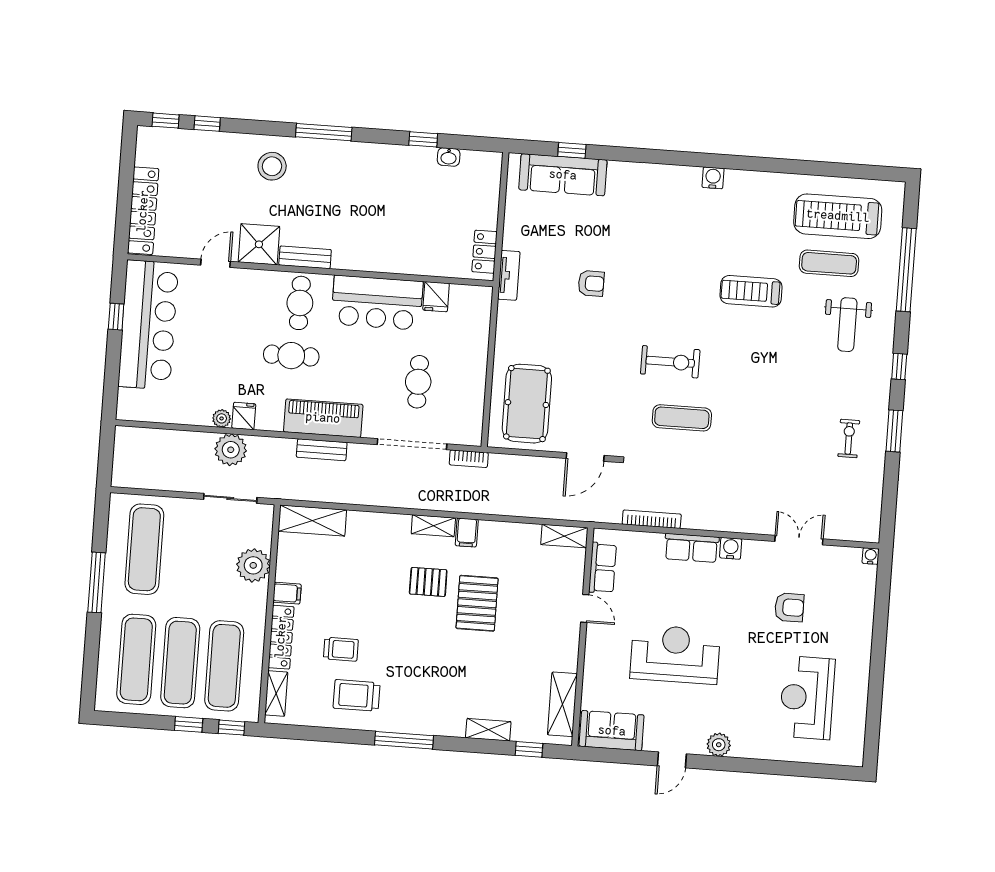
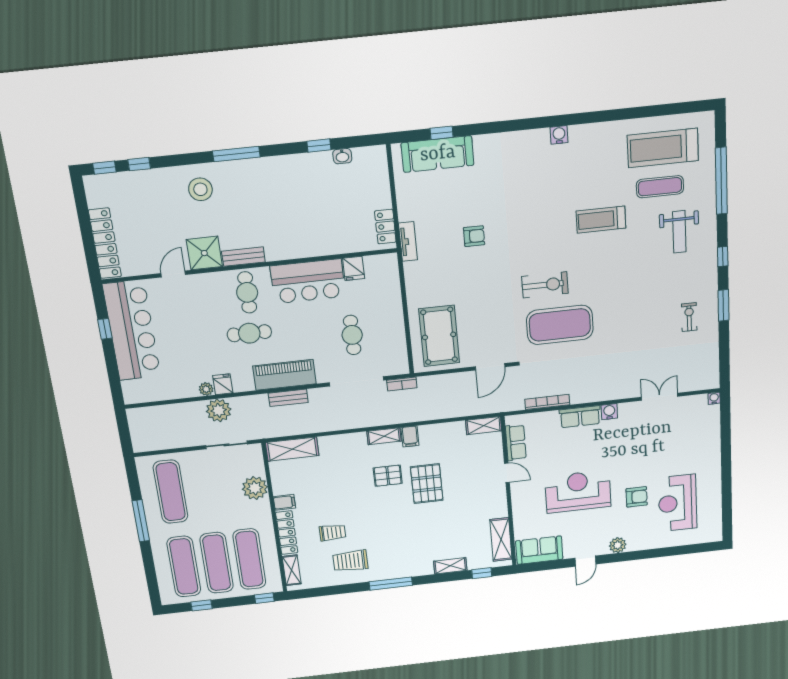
exercise mat: (682, 418) -> (560, 325), width x2.00, depth x1.45
armchair: (789, 607) -> (637, 497), moved
window: (189, 724) -> (202, 605), moved

